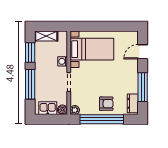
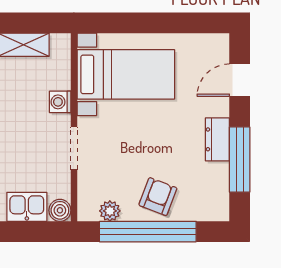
dresser: (133, 103) -> (217, 139), moved
armchair: (106, 104) -> (158, 197), turned -69
plant: (75, 110) -> (110, 211), moved

